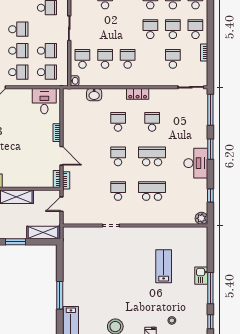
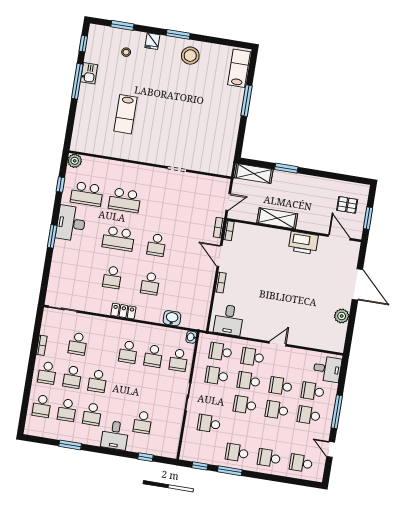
window: (210, 110) -> (45, 280), removed
school desk: (118, 191) -> (87, 194), moved, width x1.85
kitchen sink: (201, 276) -> (89, 73), moved

